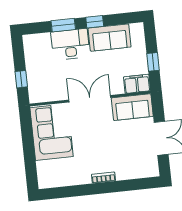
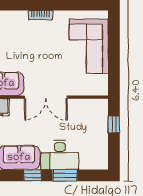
corner sofa: (52, 132) -> (89, 46), moved

